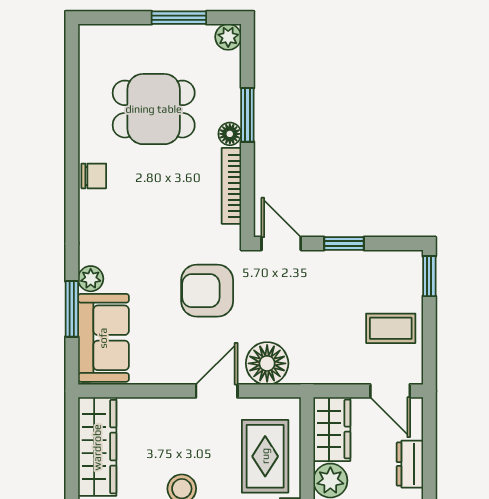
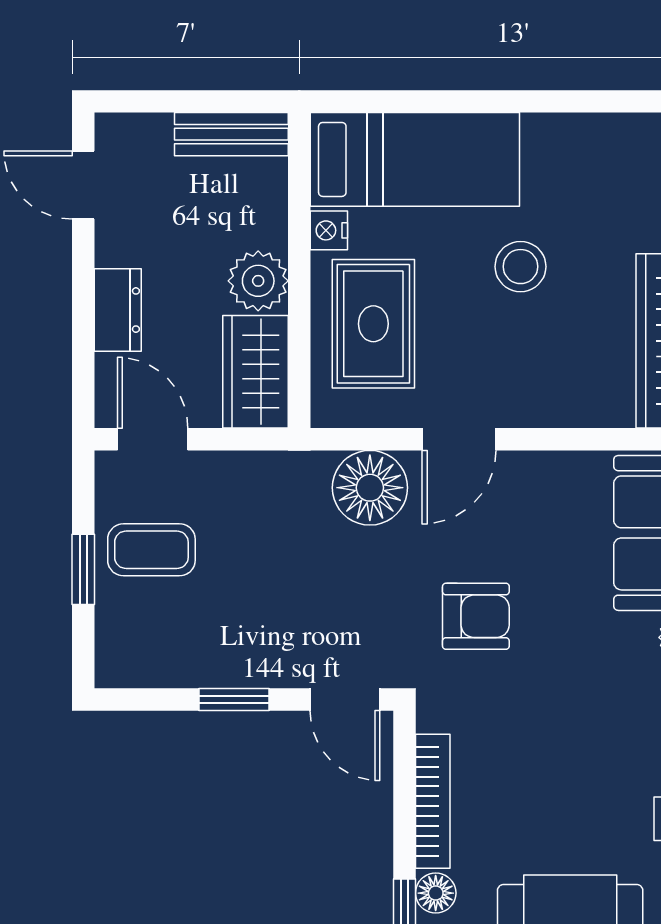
window: (429, 276) -> (83, 569), moved
armchair: (207, 291) -> (476, 616), width x0.72, depth x0.72

